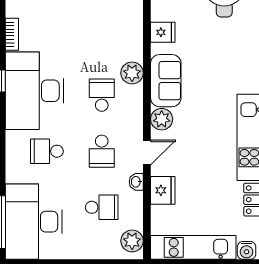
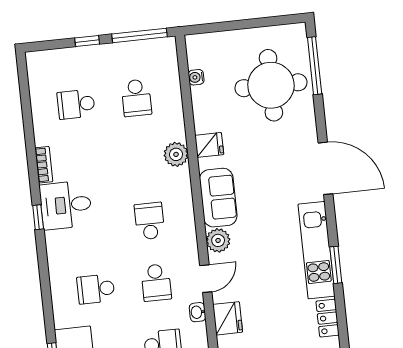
plant: (132, 73) -> (176, 154), moved
desk: (35, 91) -> (66, 205), width x0.53, depth x0.77

